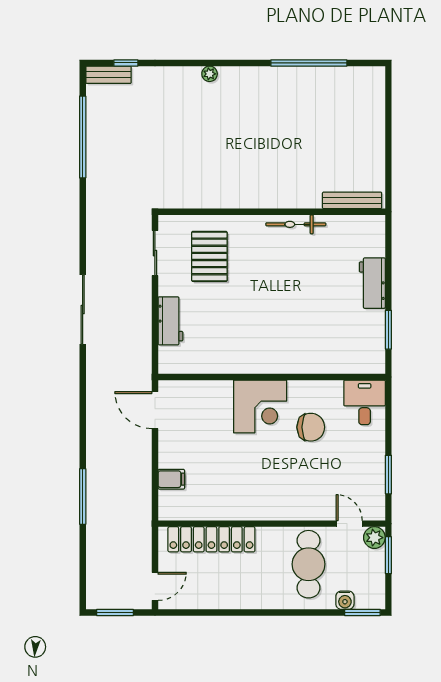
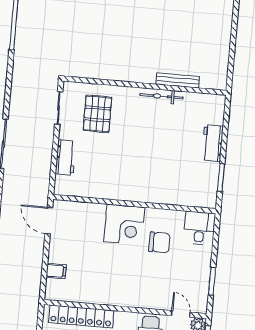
bench: (352, 200) -> (178, 80), moved

